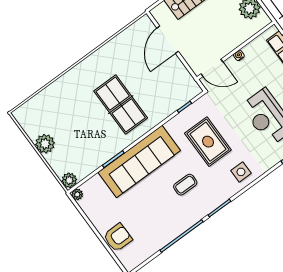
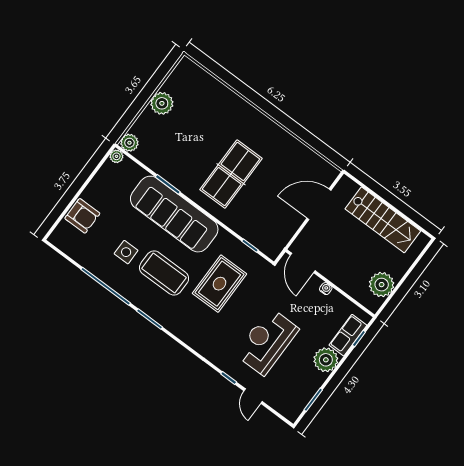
side table: (241, 172) -> (126, 252), moved
coffee table: (185, 185) -> (164, 273), width x1.86, depth x1.72

